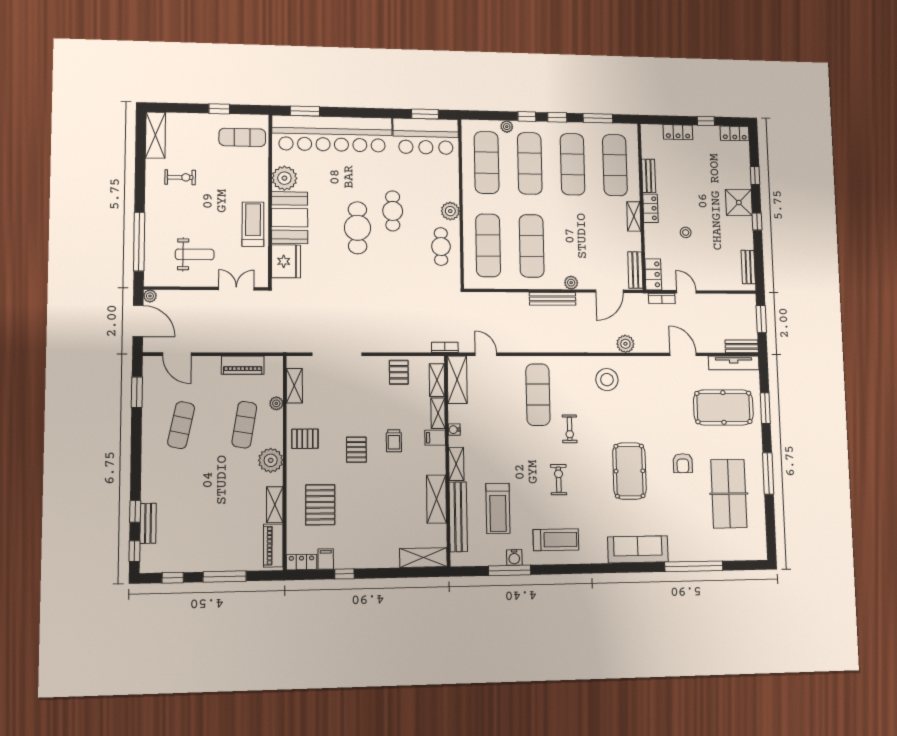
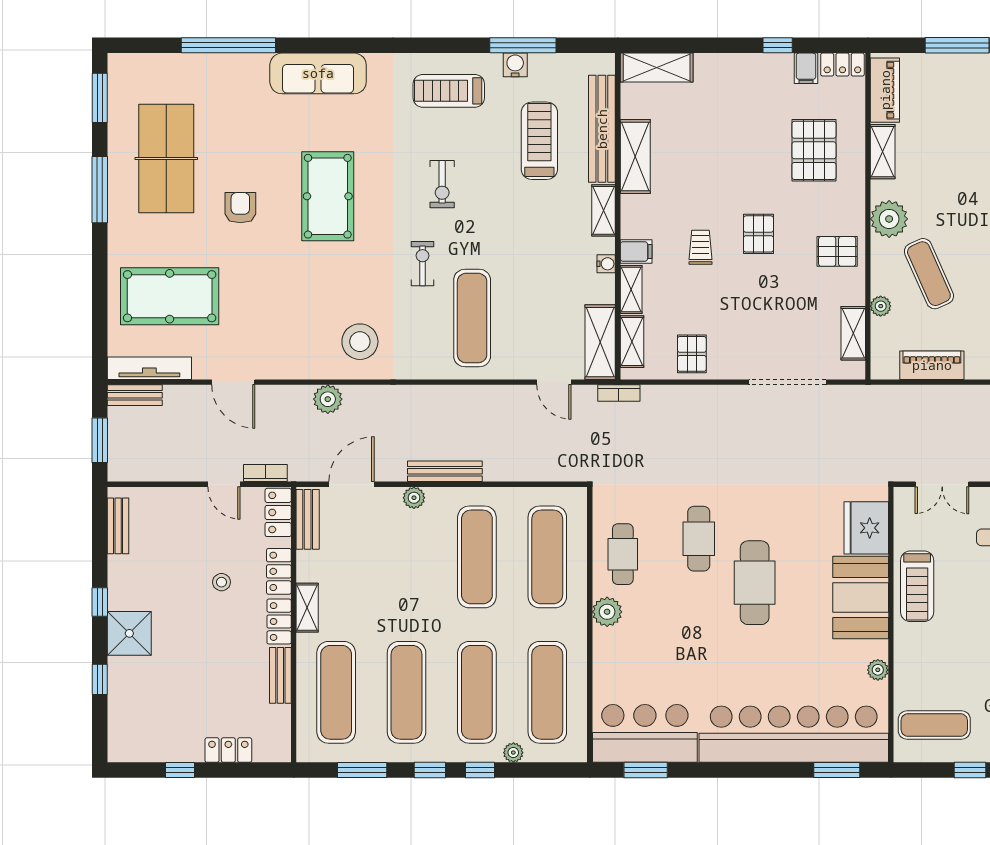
locker: (735, 133) -> (279, 571), moved, turned -90
plant: (284, 178) -> (878, 670), width x0.53, depth x0.53
cafe table: (393, 211) -> (699, 539), moved
window: (765, 408) -> (100, 98), moved
exercise mat: (244, 425) -> (929, 274), turned -33

